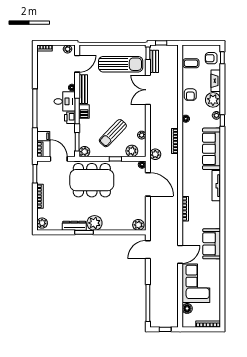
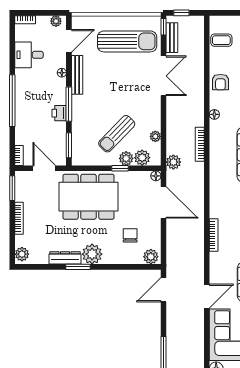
double door: (148, 90) -> (163, 76), swing flipped
desk: (65, 101) -> (29, 55), moved, turned 180
barbecue: (84, 111) -> (78, 105), removed
filing cabinet: (43, 136) -> (23, 138), removed
plant: (84, 152) -> (126, 158), moved
chair: (123, 209) -> (130, 235), added

